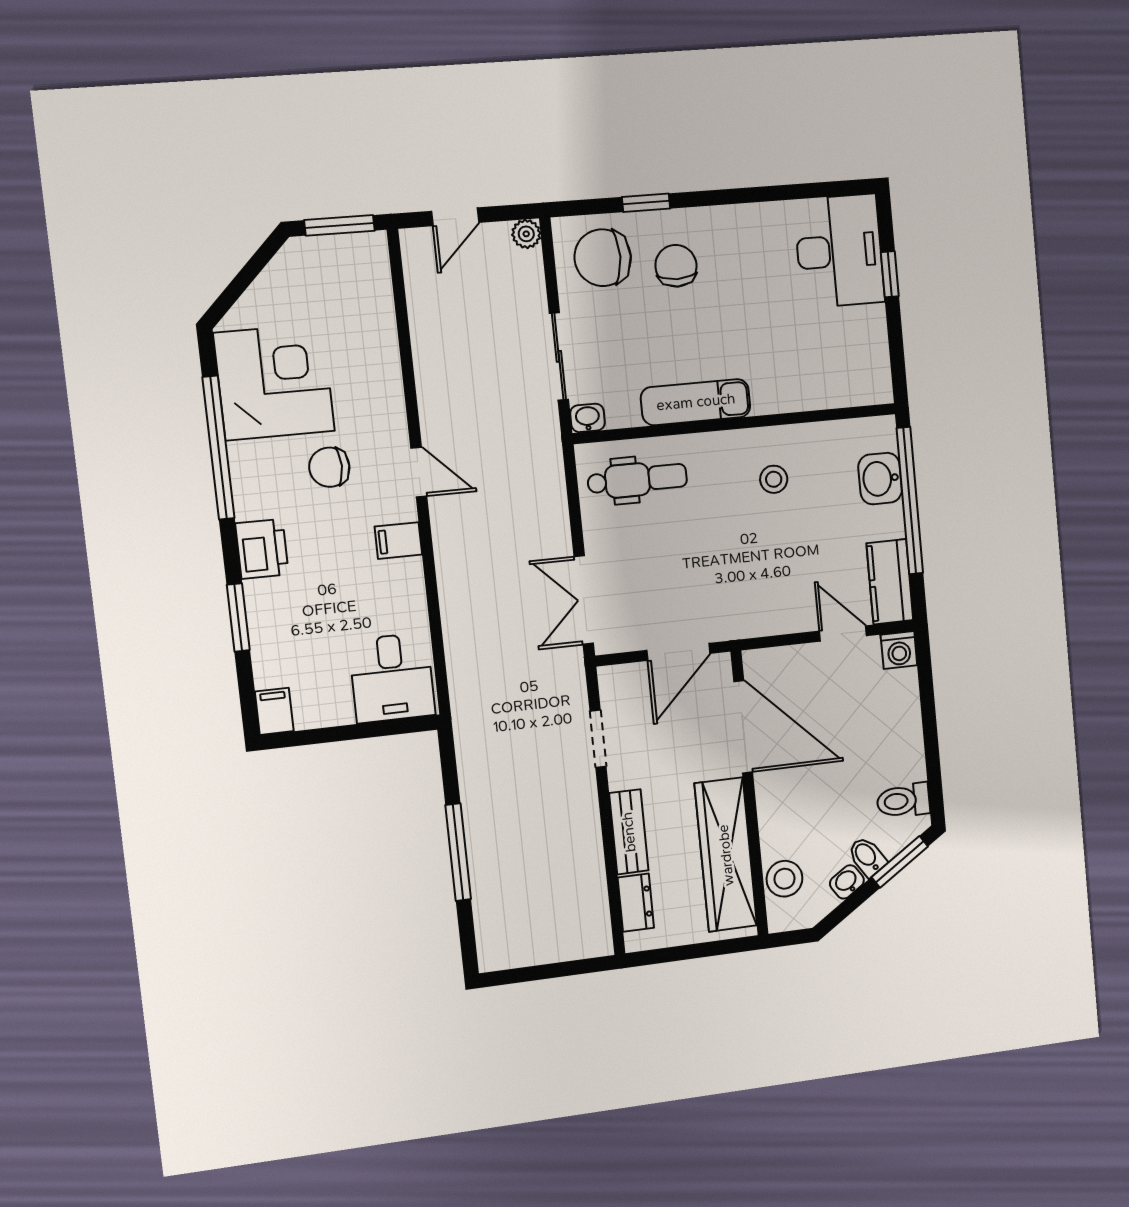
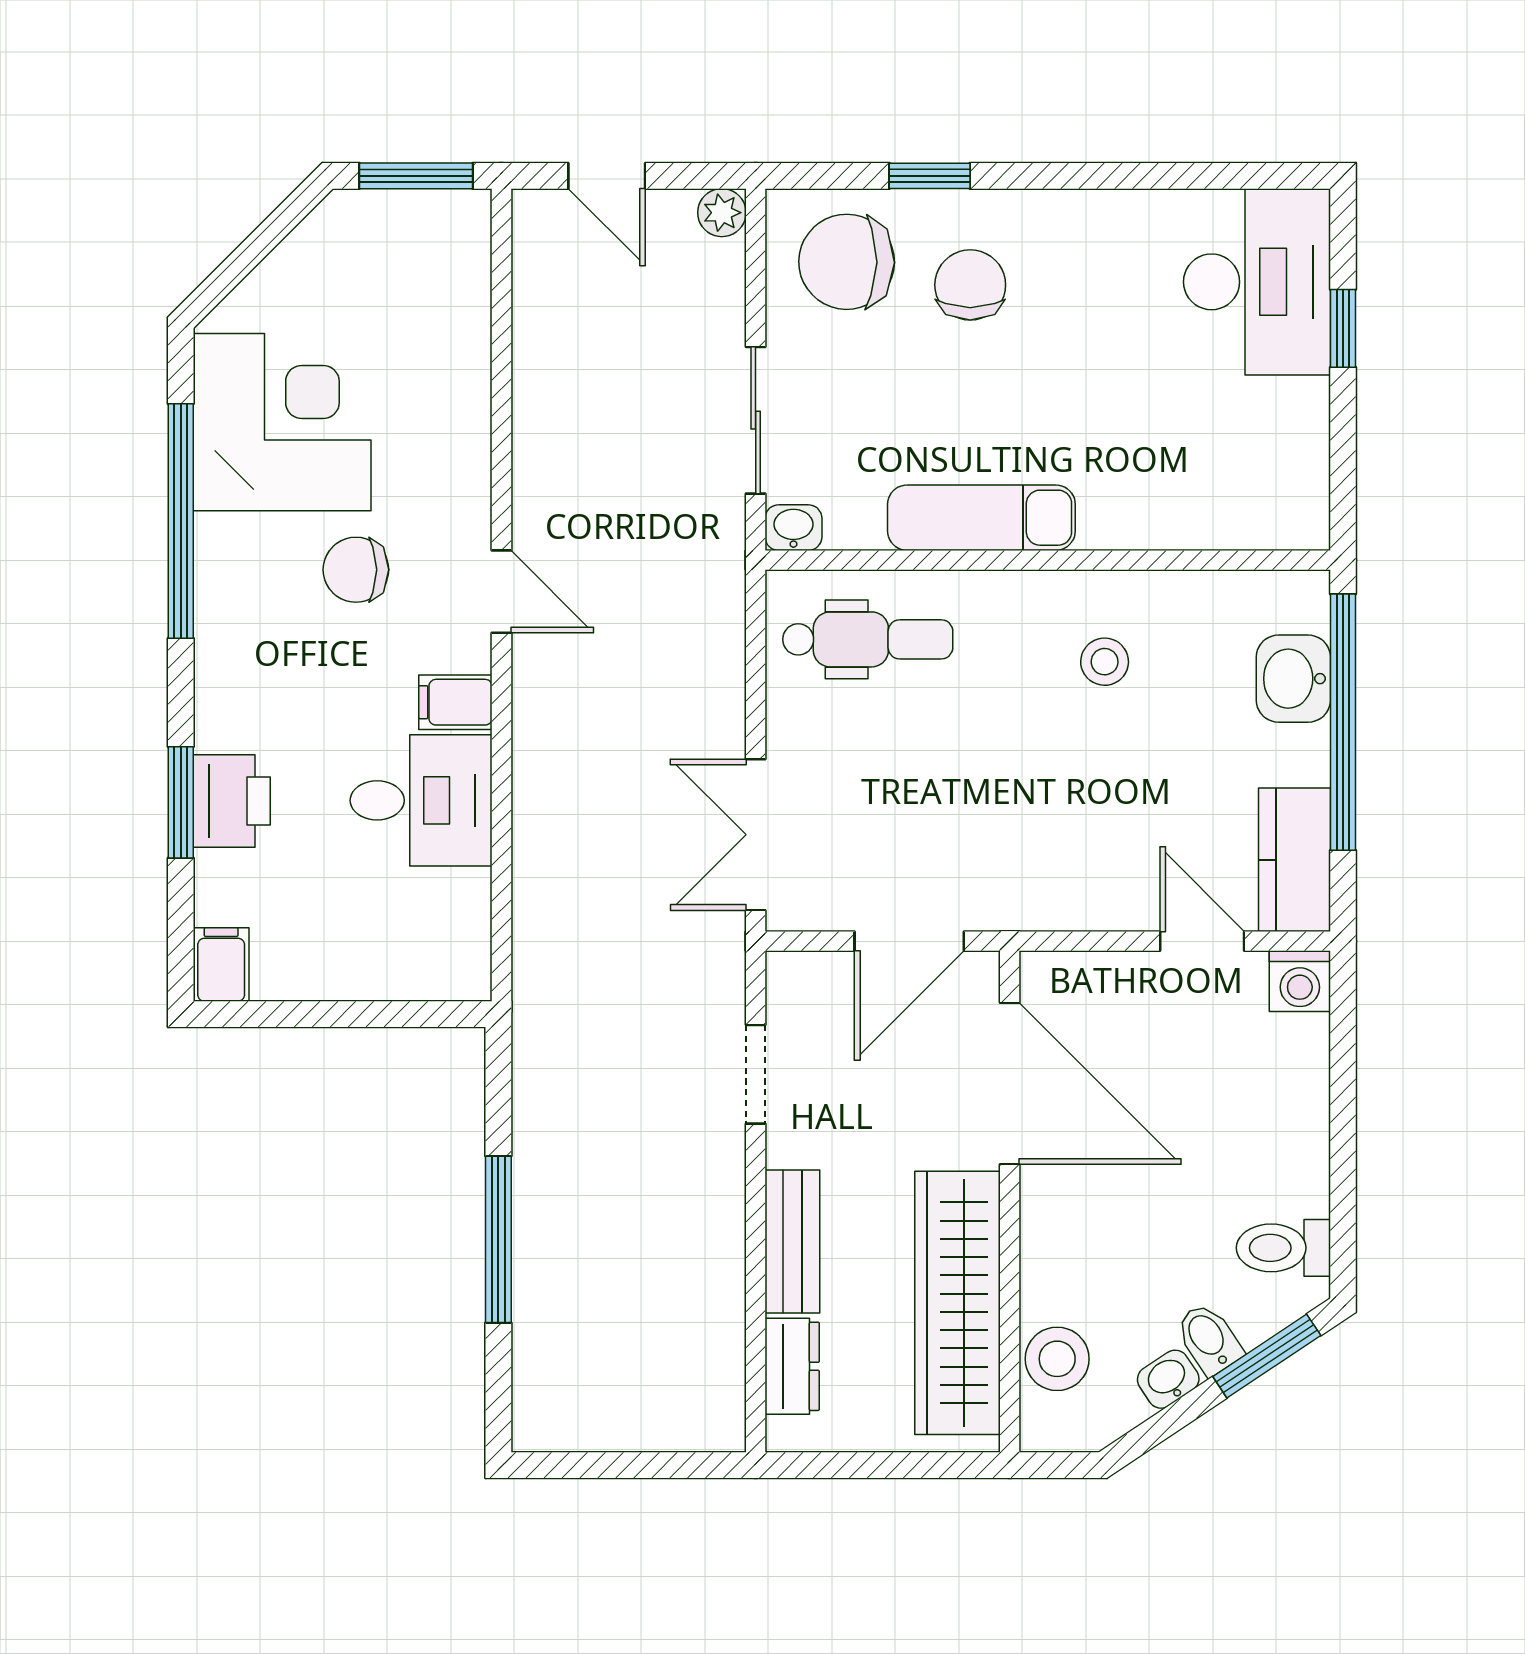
door: (455, 217) -> (607, 176), hinge flipped
printer: (262, 549) -> (232, 801), moved
desk: (392, 678) -> (421, 800), moved, turned -90

